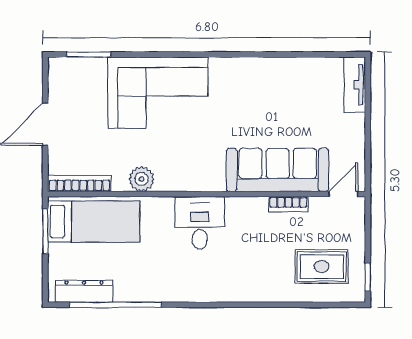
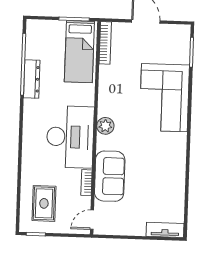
sofa: (278, 170) -> (110, 176), width x0.73
plant: (141, 179) -> (105, 126), moved
door: (344, 194) -> (92, 220), swing flipped
desk: (200, 223) -> (70, 137), width x1.87, depth x1.30
dresser: (84, 291) -> (32, 79), moved

